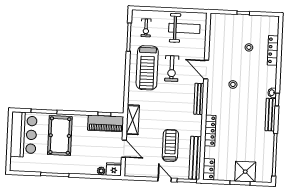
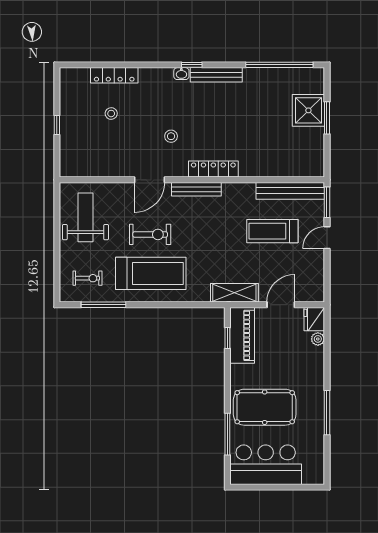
locker: (210, 131) -> (213, 169), moved
locker: (209, 169) -> (308, 169), removed

